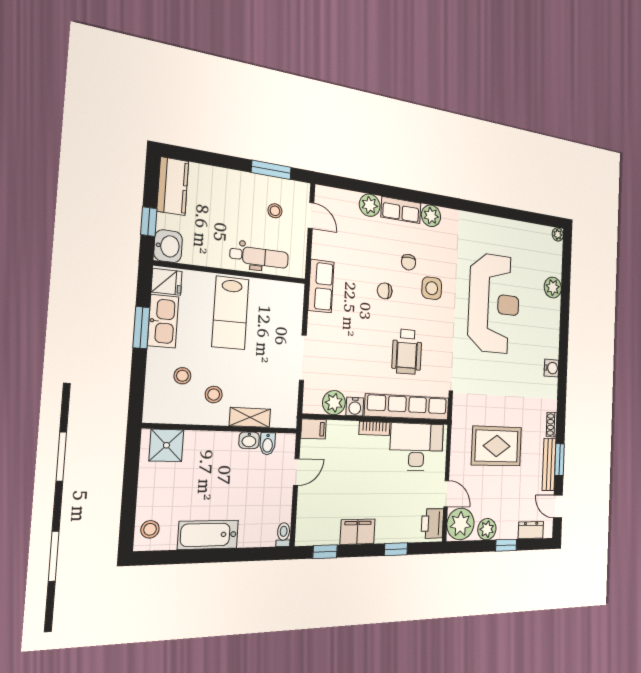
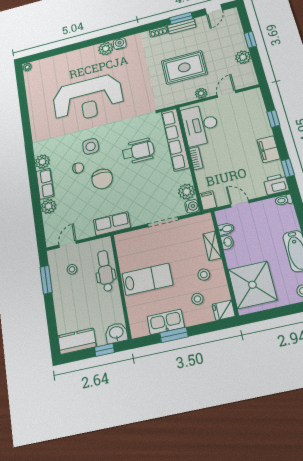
fridge: (167, 282) -> (224, 310), moved, turned -90
plant: (553, 288) -> (106, 49), moved
chair: (385, 291) -> (102, 179), width x1.87, depth x1.87
reception desk: (494, 304) -> (88, 99), turned 180
water cooler: (355, 407) -> (192, 206), moved
shower: (166, 445) -> (252, 285), width x1.86, depth x1.86
rug: (497, 446) -> (184, 67), turned 90
bench: (549, 464) -> (182, 26), width x0.73
printer: (432, 523) -> (276, 184), moved, turned 180
plant: (461, 524) -> (201, 93), moved, width x0.53, depth x0.53
dresser: (531, 530) -> (235, 25), removed

